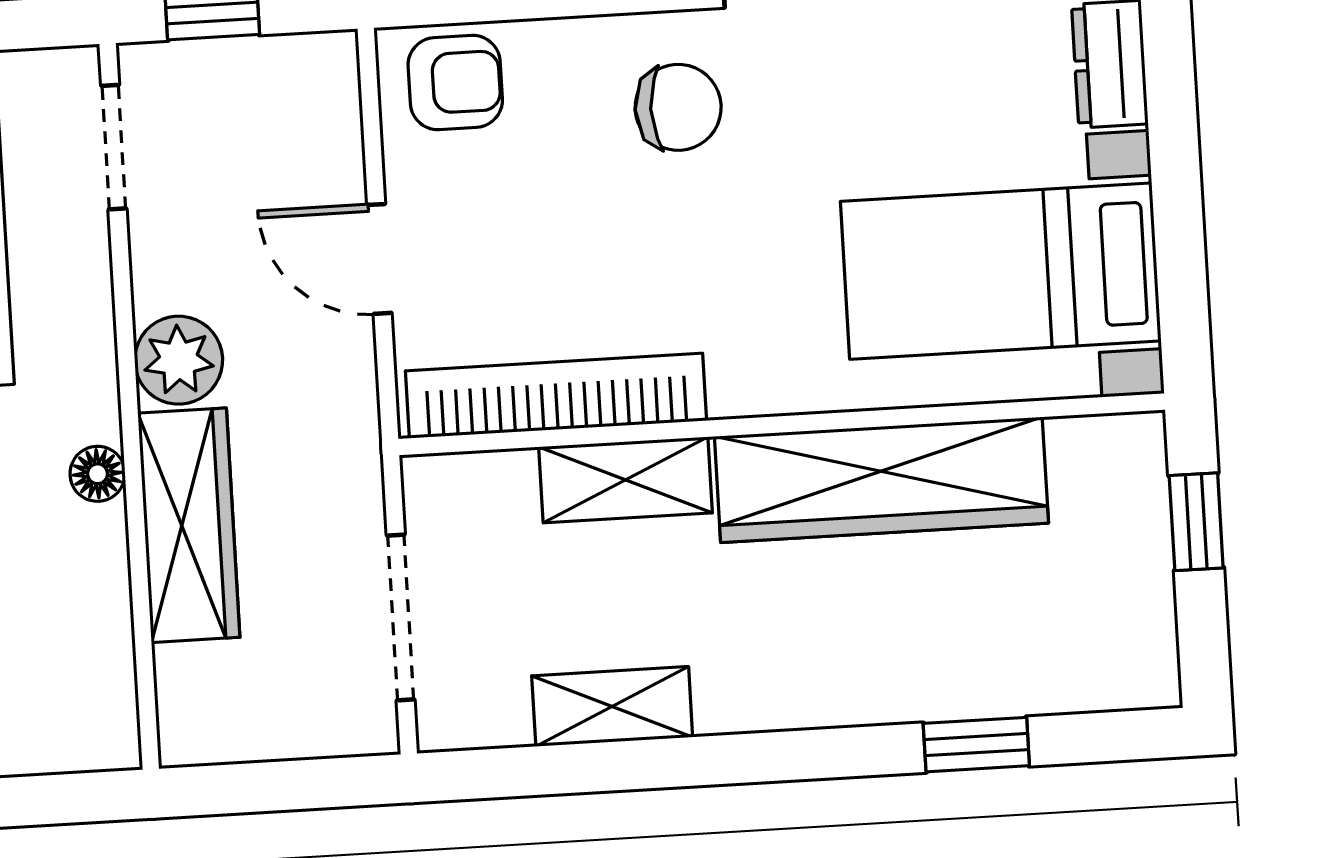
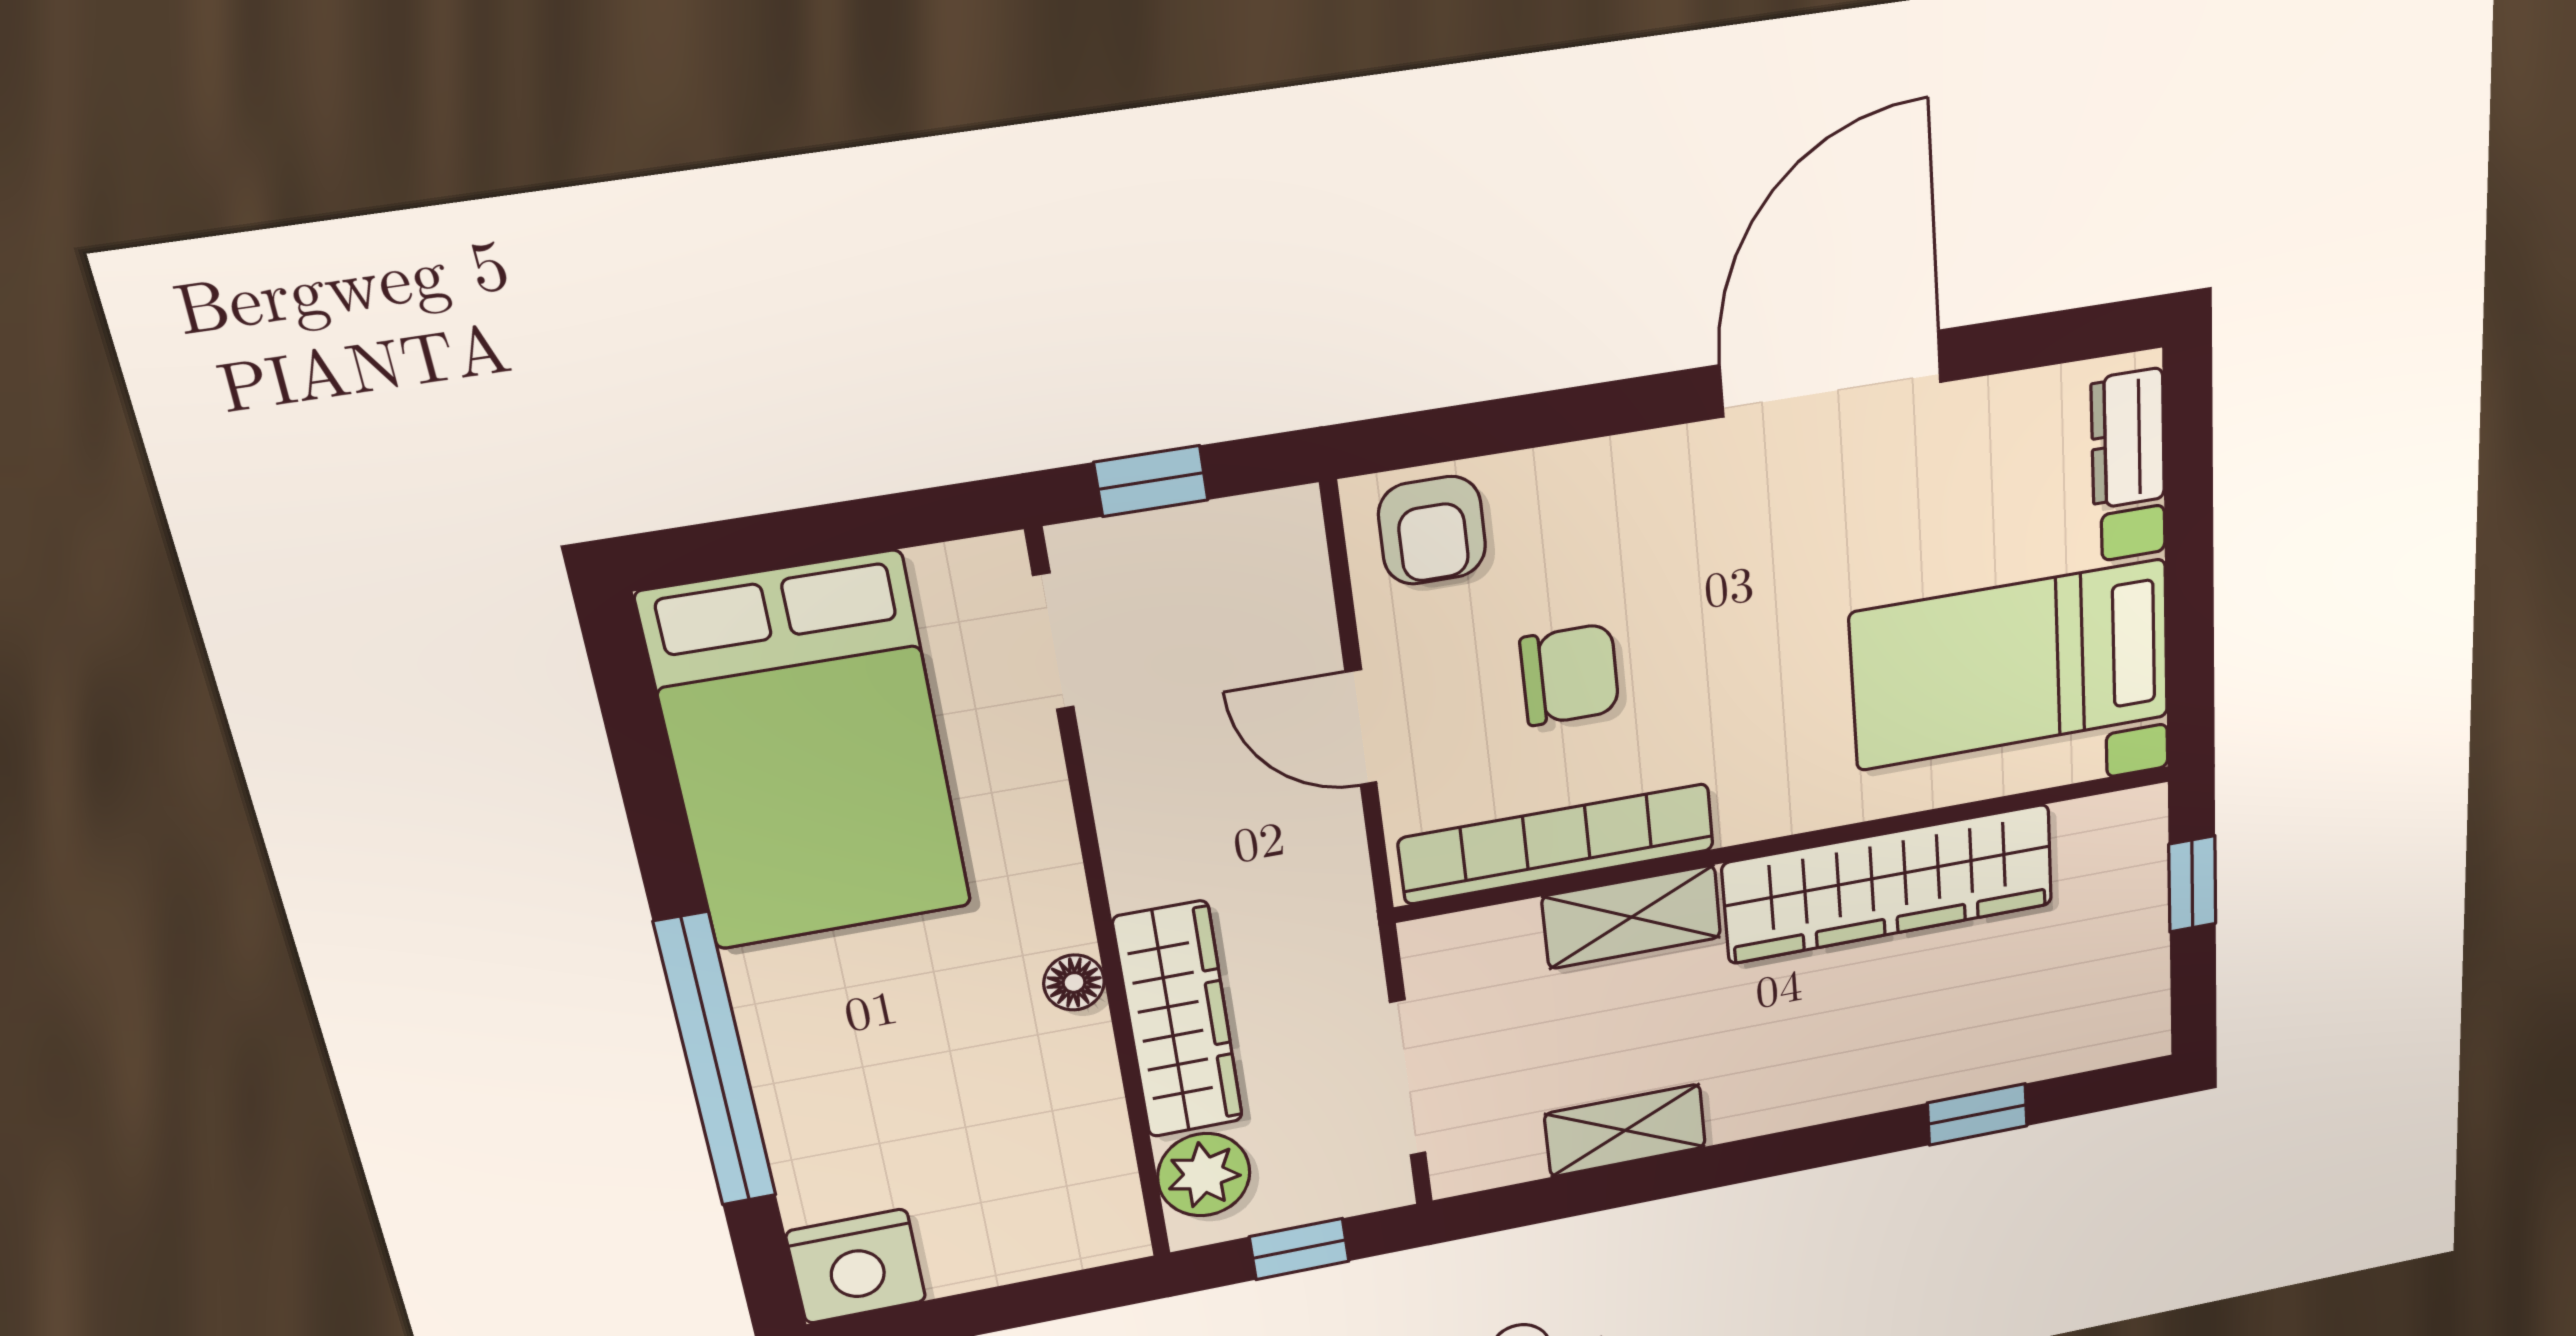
armchair: (455, 83) -> (1432, 530), turned 90
chair: (678, 107) -> (1570, 675), moved
plant: (179, 360) -> (1204, 1175), moved
window: (283, 786) -> (1299, 1249), added

